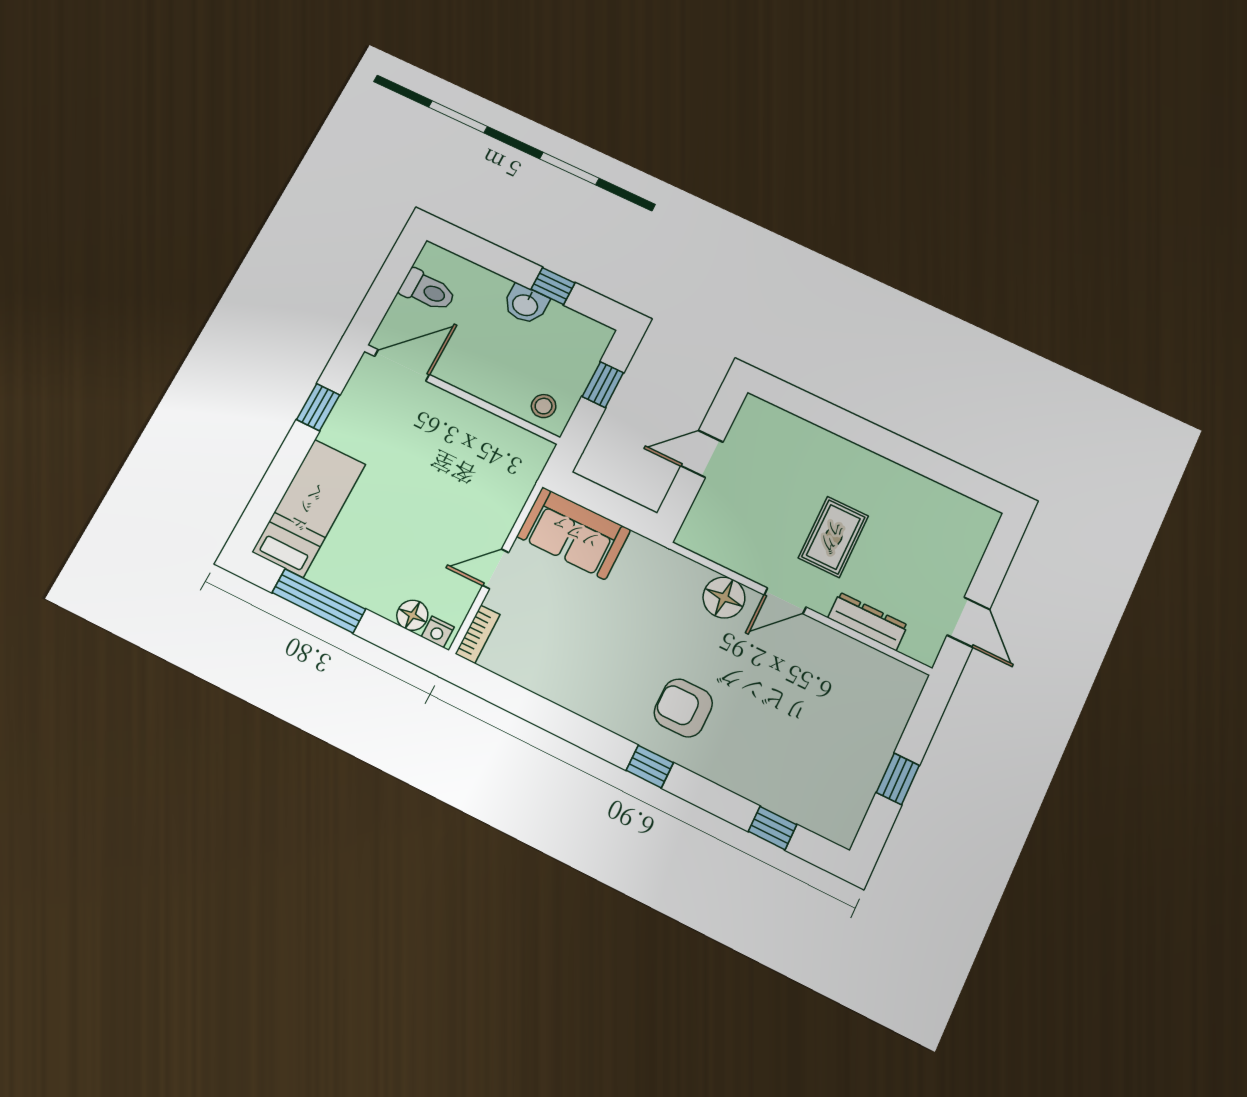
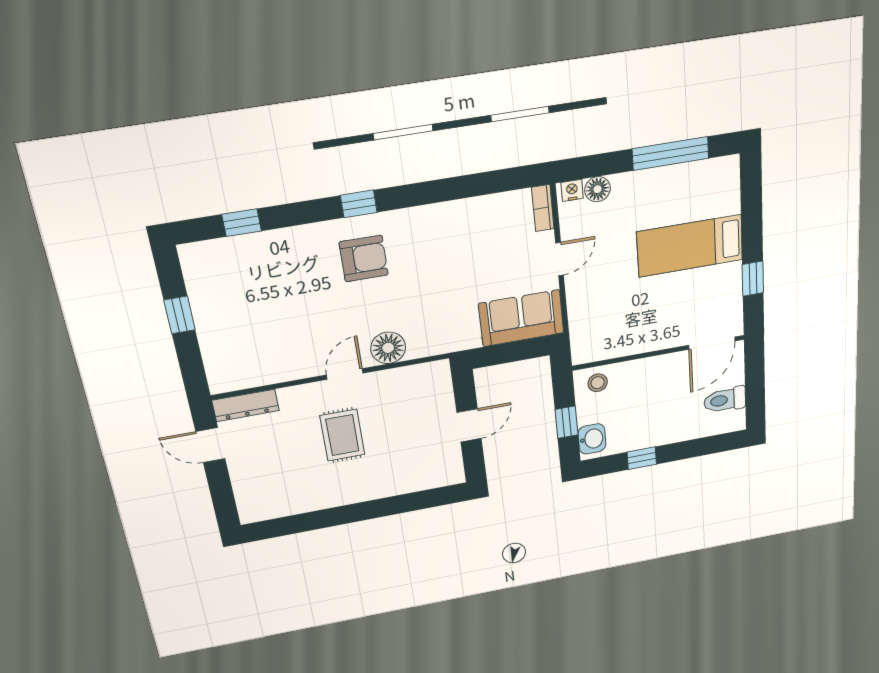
washbasin: (525, 304) -> (592, 439), moved, turned 90
bed: (309, 508) -> (690, 246), moved, turned 90
dresser: (868, 621) -> (246, 405), moved

